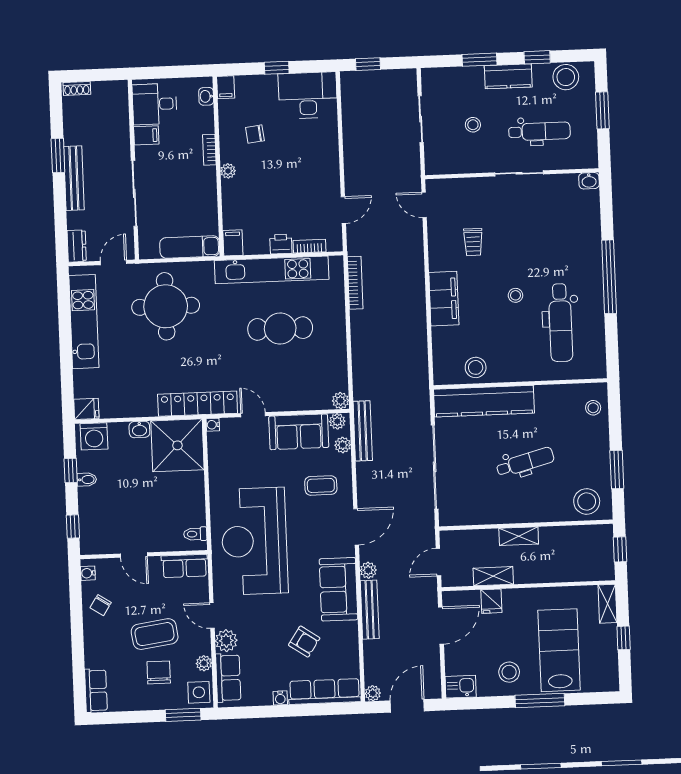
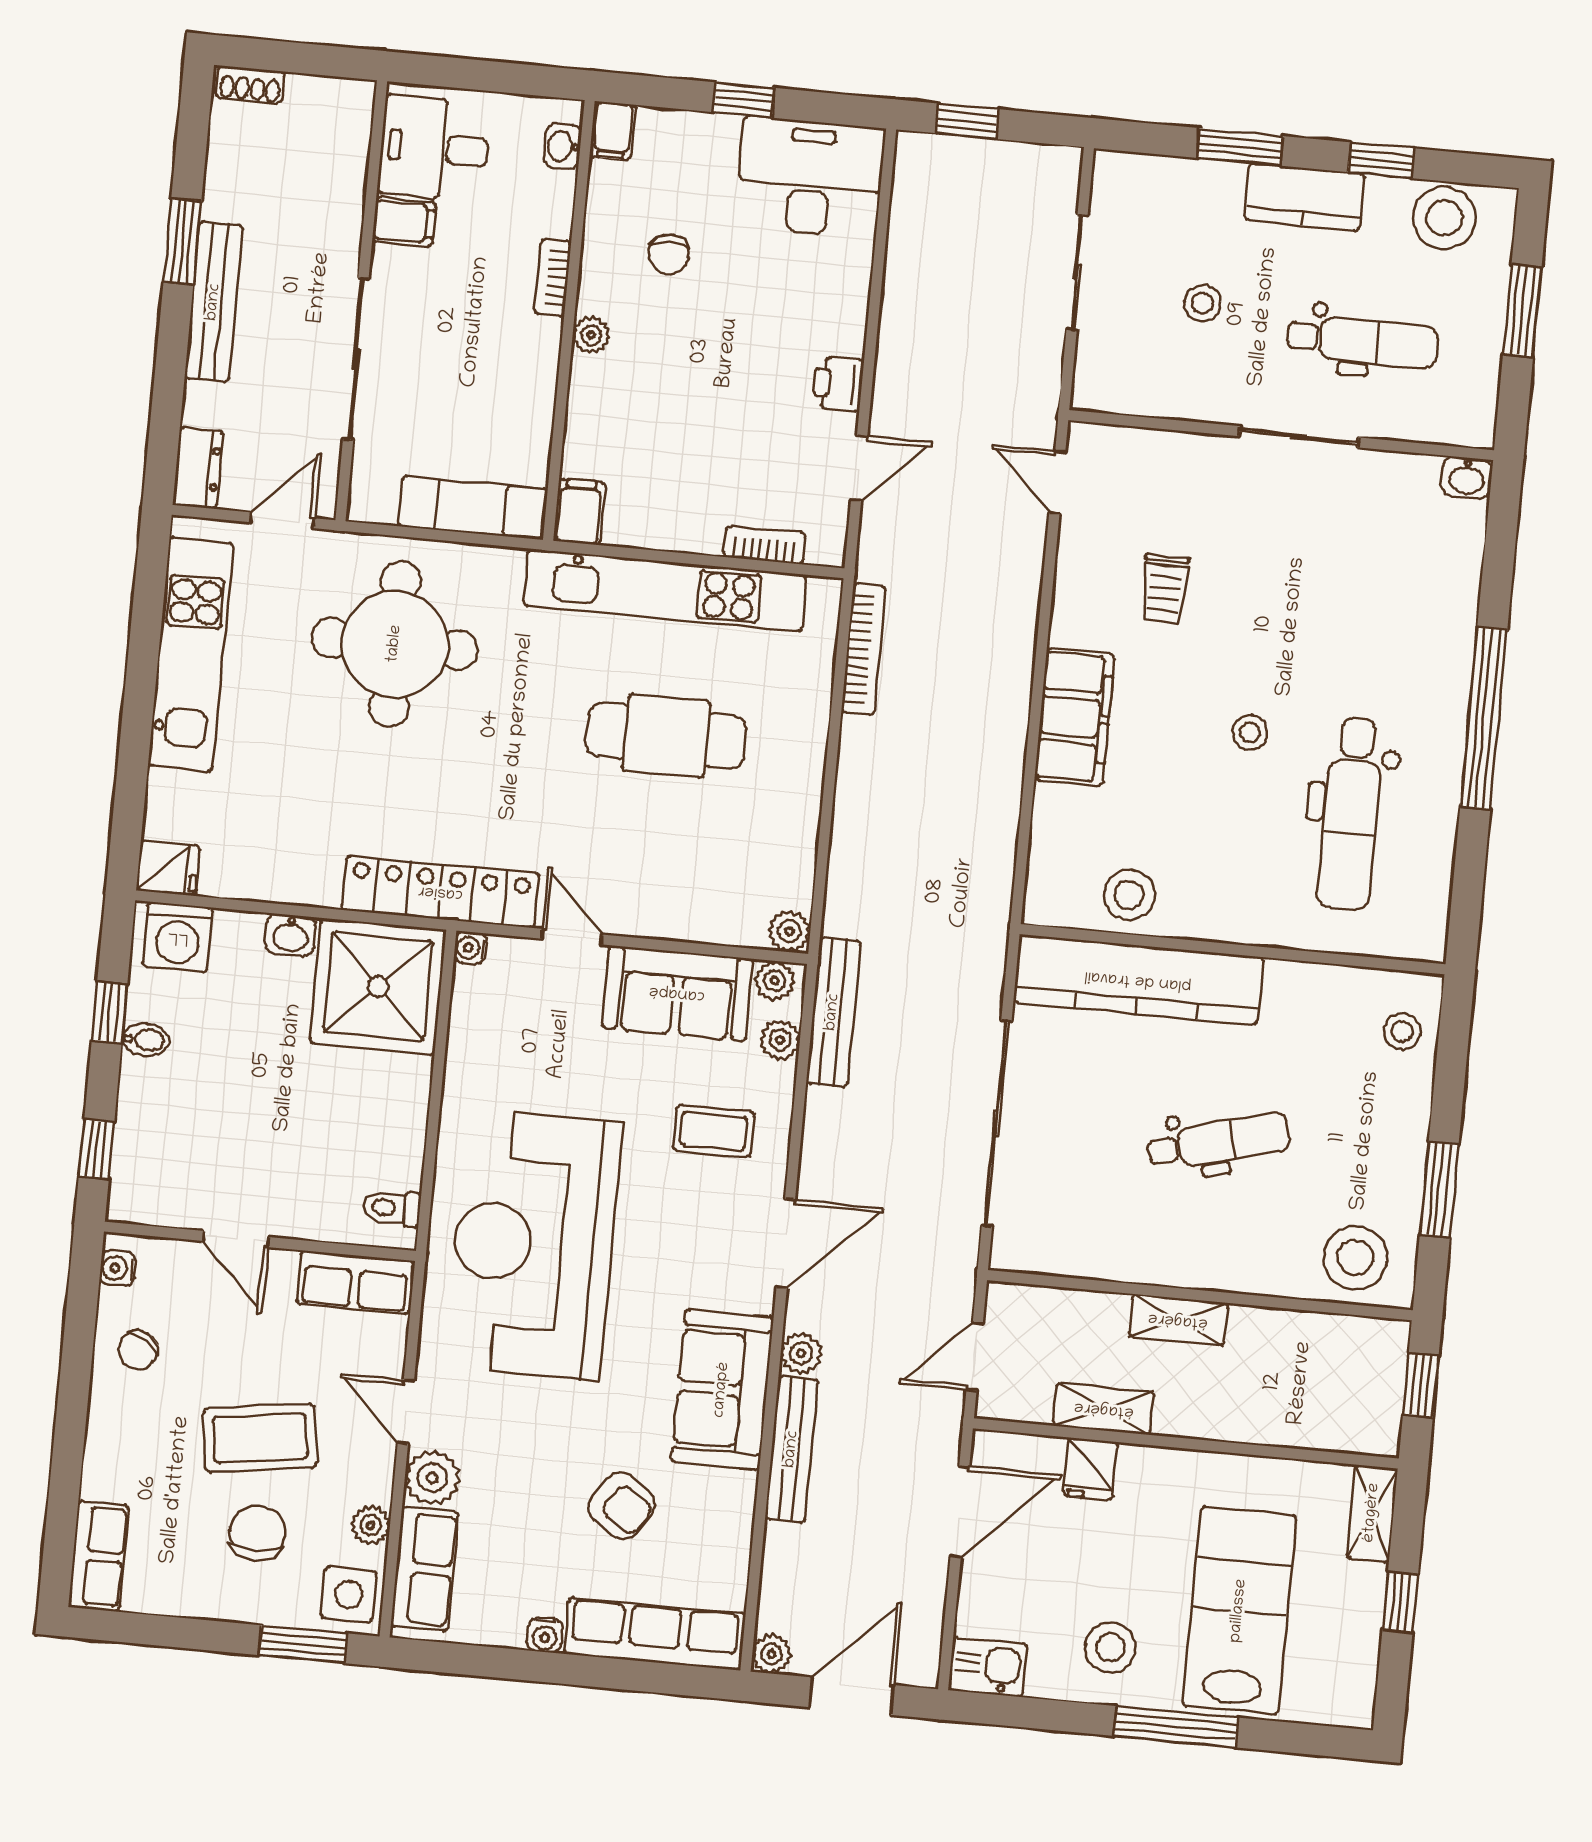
chair: (255, 134) -> (669, 254), turned -83
printer: (281, 244) -> (838, 384), moved, turned -90

